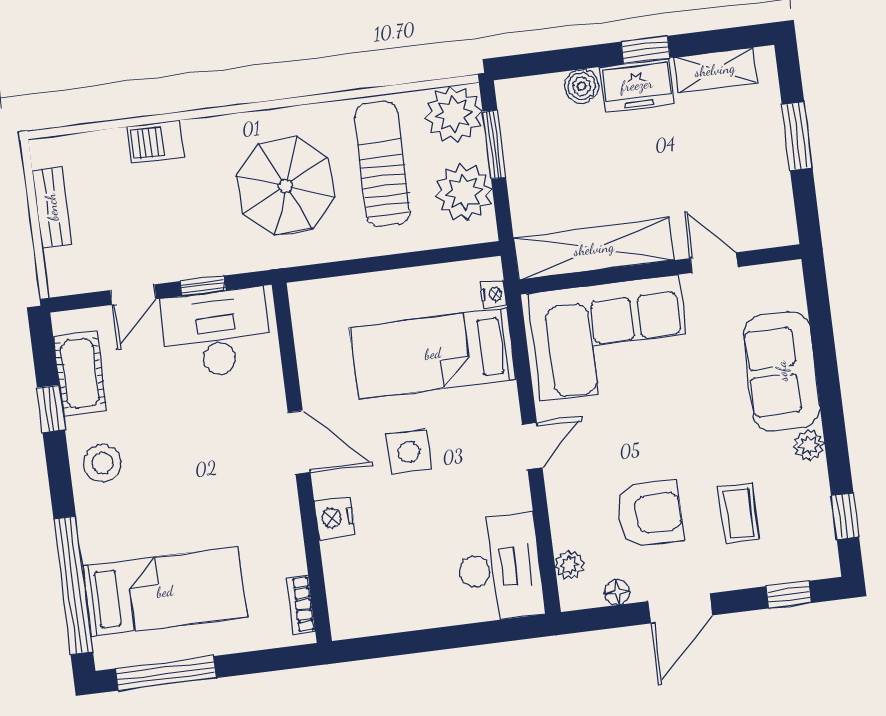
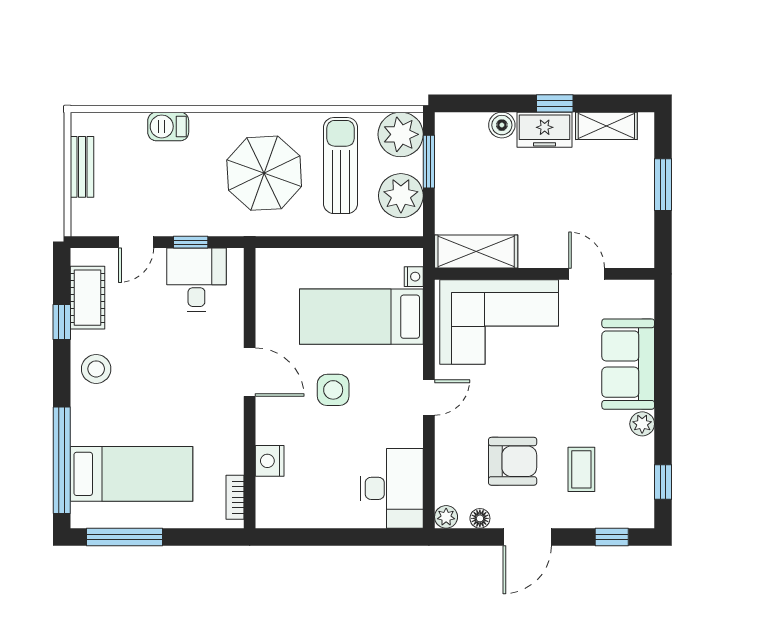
shelving: (594, 249) -> (476, 252), width x0.68
desk: (216, 333) -> (196, 280), width x0.73
nightstand: (335, 518) -> (270, 461), moved
plant: (570, 565) -> (446, 517), moved

